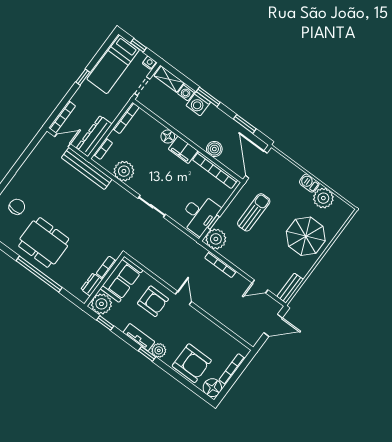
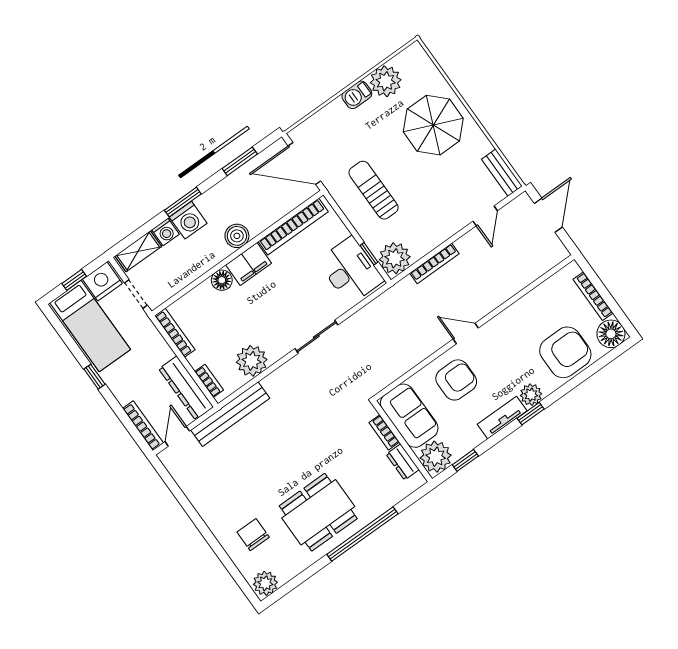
nightstand: (149, 63) -> (102, 281), width x1.89, depth x1.79
boiler: (214, 149) -> (237, 236), moved

